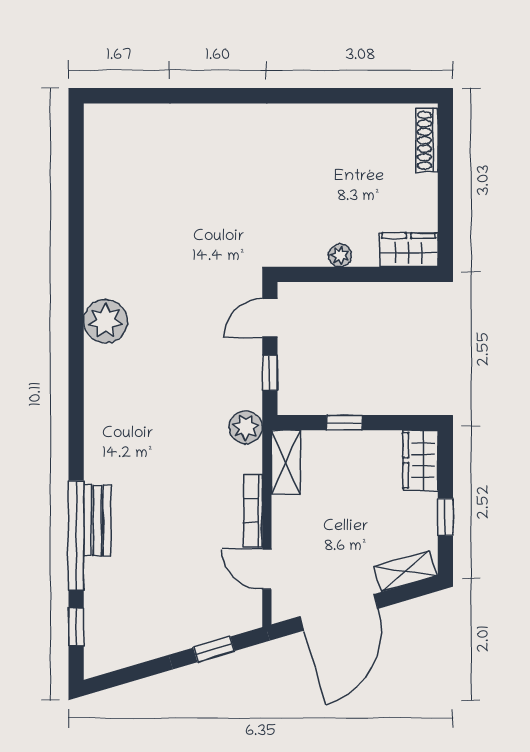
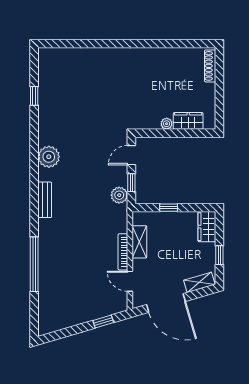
wardrobe: (409, 250) -> (188, 121), moved
plant: (246, 427) -> (119, 195), moved
shelving: (286, 462) -> (139, 242), moved
bench: (97, 520) -> (45, 200), moved
door: (339, 612) -> (166, 303), hinge flipped
window: (76, 627) -> (34, 96), moved

